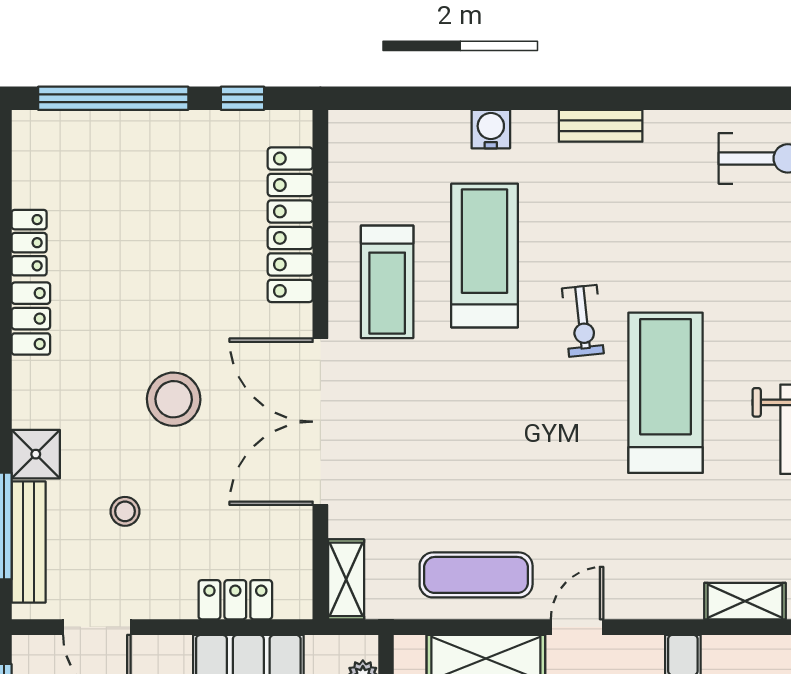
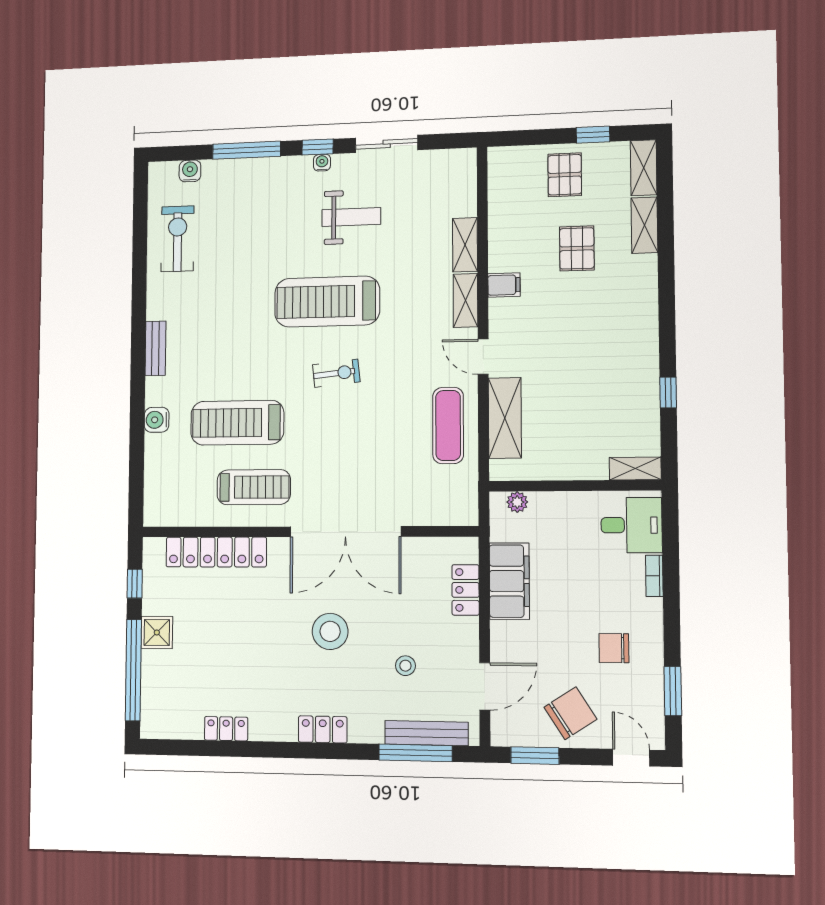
locker: (31, 319) -> (323, 729), moved
exercise bike: (583, 321) -> (336, 373), moved
shower: (36, 454) -> (157, 632), moved
shelving: (346, 579) -> (465, 300), moved, turned 90

